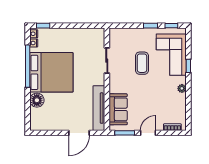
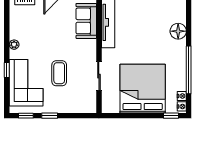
bed: (51, 72) -> (143, 89), moved, turned 90

